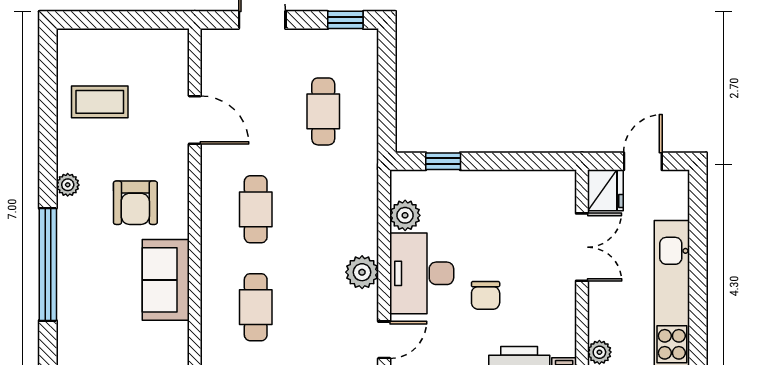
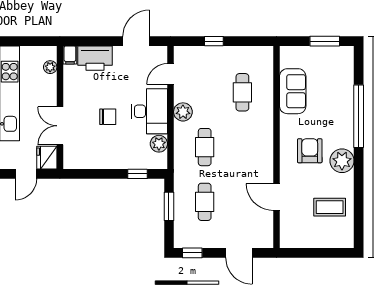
window: (387, 103) -> (169, 206), added
plant: (68, 185) -> (342, 161), width x1.88, depth x1.88
cafe table: (256, 209) -> (205, 147), moved
sofa: (166, 280) -> (293, 91), moved
chair: (486, 295) -> (108, 117), moved, turned 90

